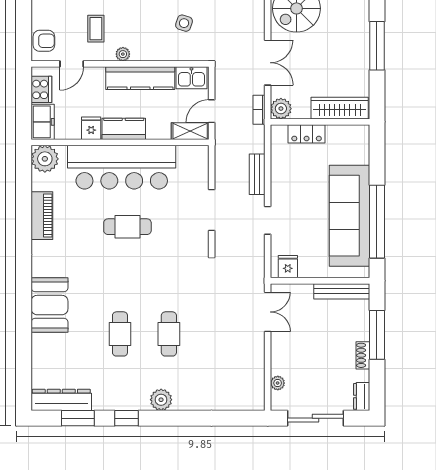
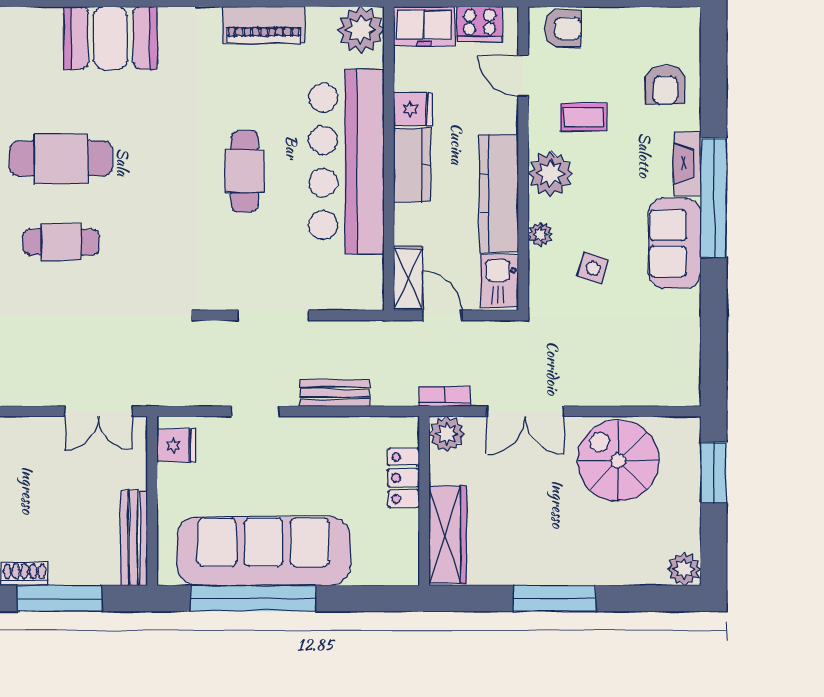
armchair: (44, 41) -> (563, 28), turned -90
plant: (123, 54) -> (550, 174), width x1.87, depth x1.87
plant: (164, 54) -> (540, 234), added
cafe table: (120, 334) -> (61, 158), width x1.37, depth x1.35

